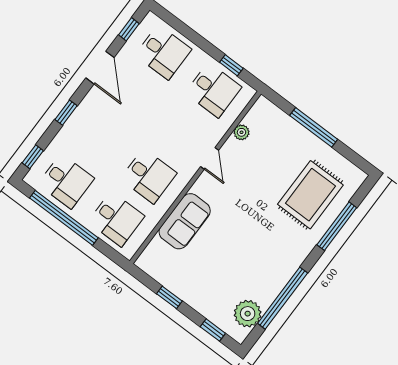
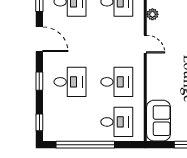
desk: (66, 181) -> (70, 82), moved
sofa: (185, 221) -> (159, 121), moved

